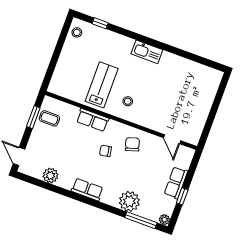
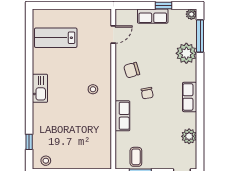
lab bench: (102, 85) -> (56, 38), moved

